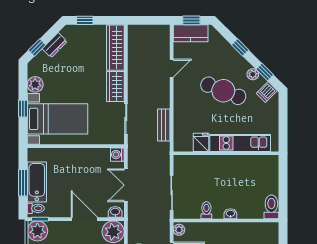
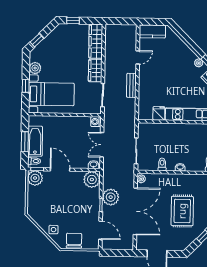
window: (191, 20) -> (153, 22), removed
dresser: (55, 45) -> (50, 39), removed
window: (240, 47) -> (189, 43), removed
cafe table: (223, 91) -> (176, 75), removed
bench: (164, 125) -> (131, 85), moved
door: (84, 219) -> (60, 169), moved

